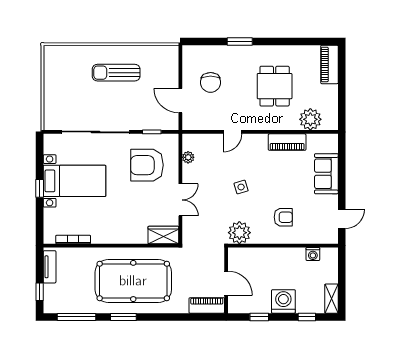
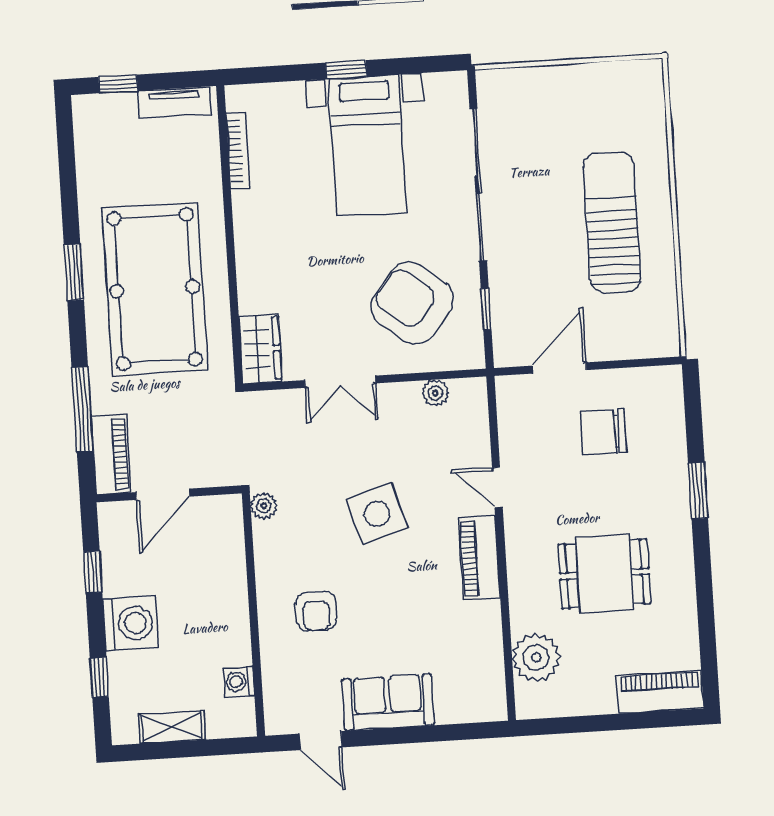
sun lounger: (116, 73) -> (612, 222), width x1.36, depth x1.34
piano: (287, 142) -> (479, 558), moved
armchair: (147, 165) -> (412, 303), turned -51
sofa: (326, 174) -> (388, 702), moved
side table: (241, 187) -> (377, 514), width x1.87, depth x1.87
plant: (239, 233) -> (264, 506), width x0.53, depth x0.53
shelving: (331, 299) -> (172, 727), moved
window: (76, 317) -> (82, 409), moved

